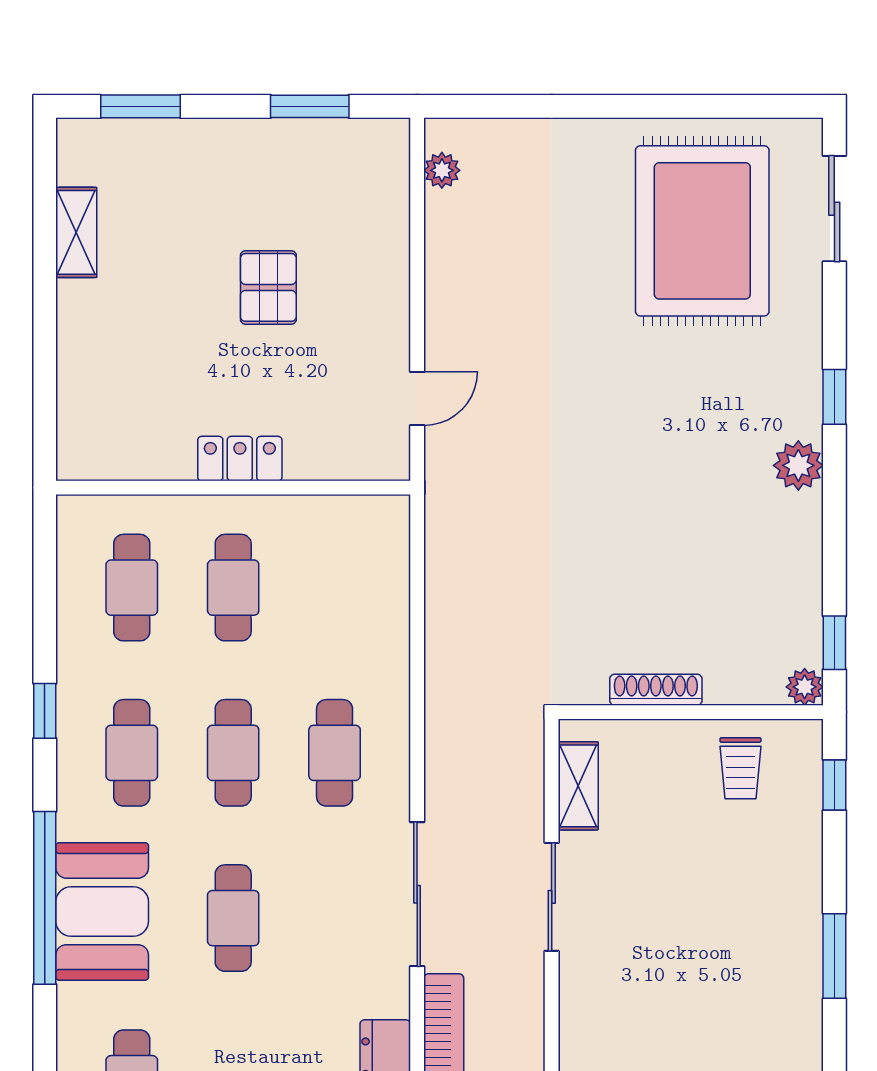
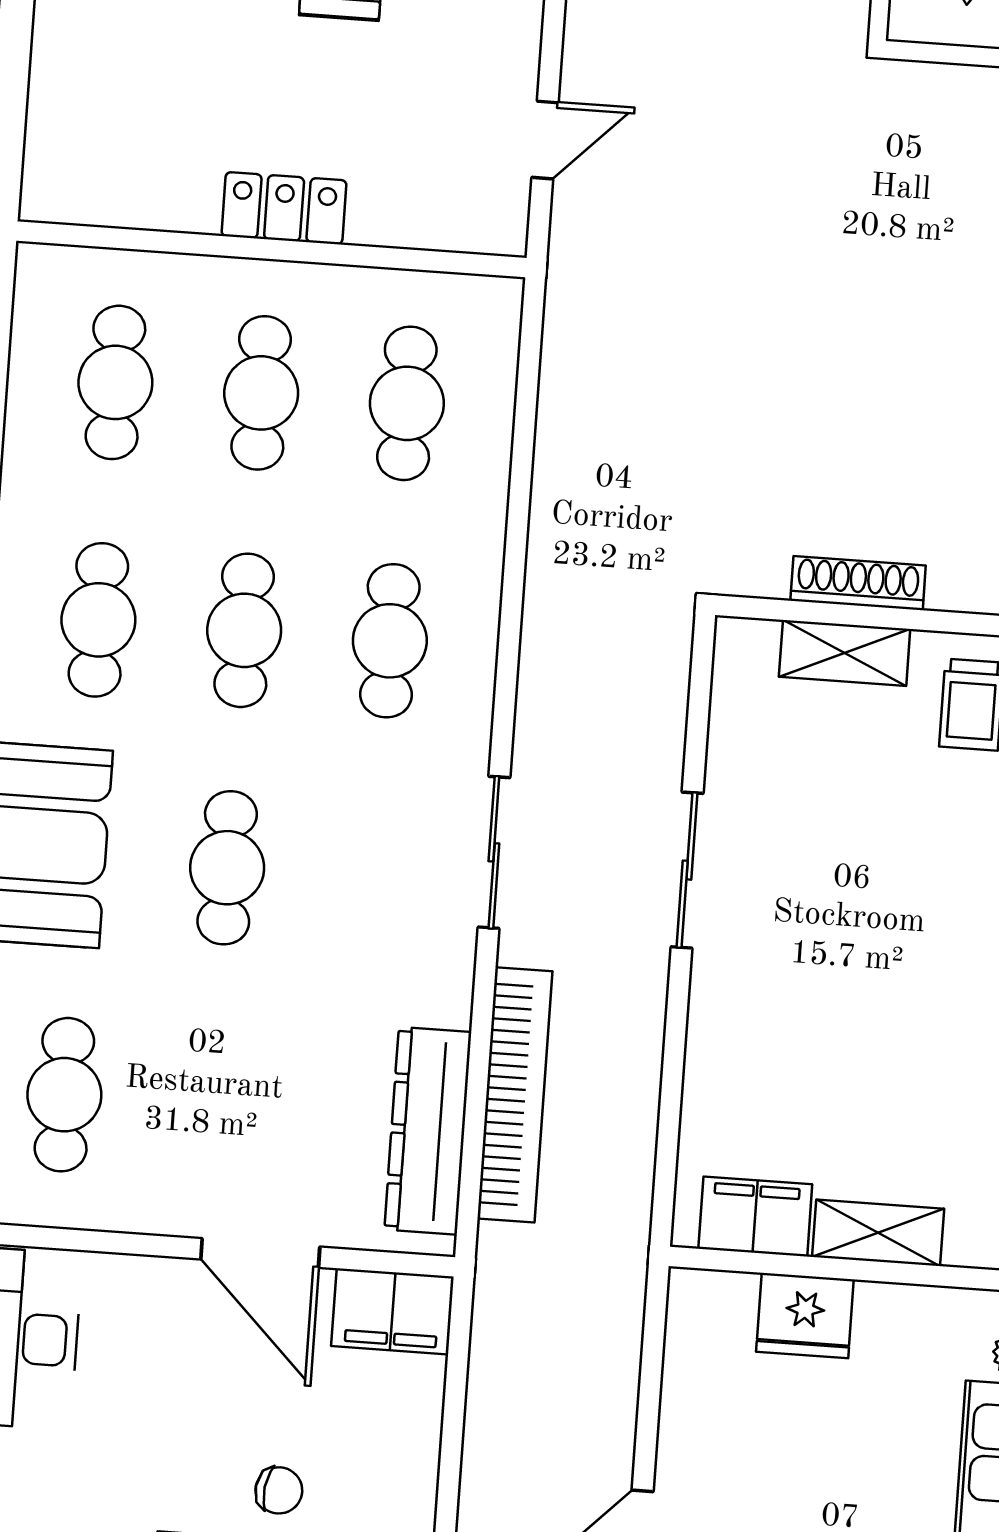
cafe table: (335, 588) -> (407, 403), added
shelving: (578, 786) -> (845, 653), moved, turned 90
sliding door: (417, 894) -> (494, 852), width x0.73

